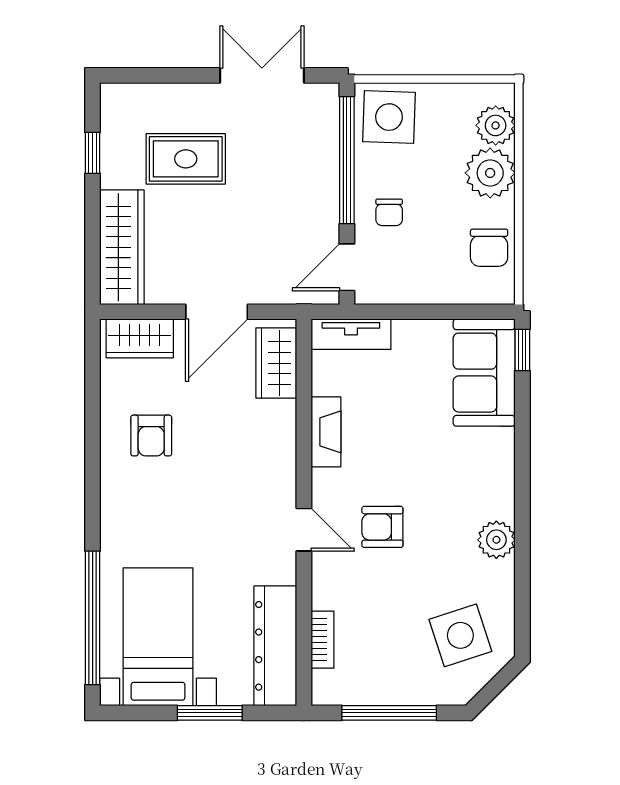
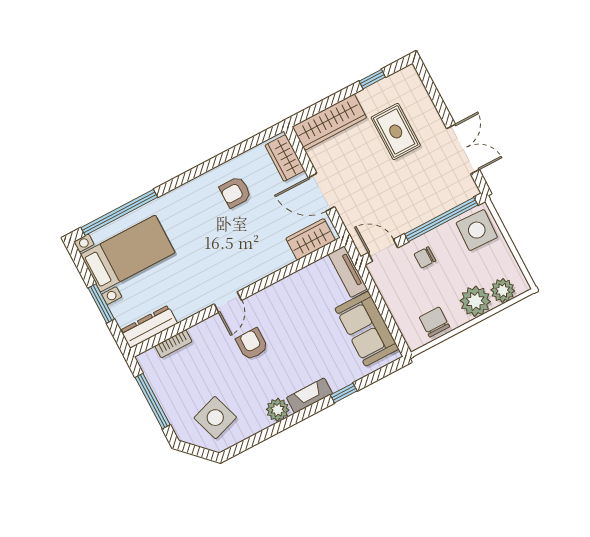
chair: (489, 248) -> (434, 322), turned 90
window: (522, 350) -> (344, 393), moved
sofa: (484, 373) -> (367, 329), moved, turned -90
fireplace: (326, 432) -> (309, 396), moved, turned 180
dresser: (275, 646) -> (149, 327), width x0.73, depth x0.80

